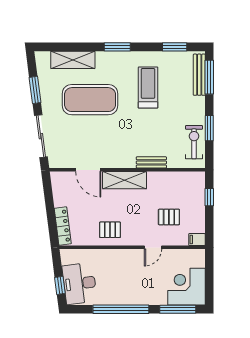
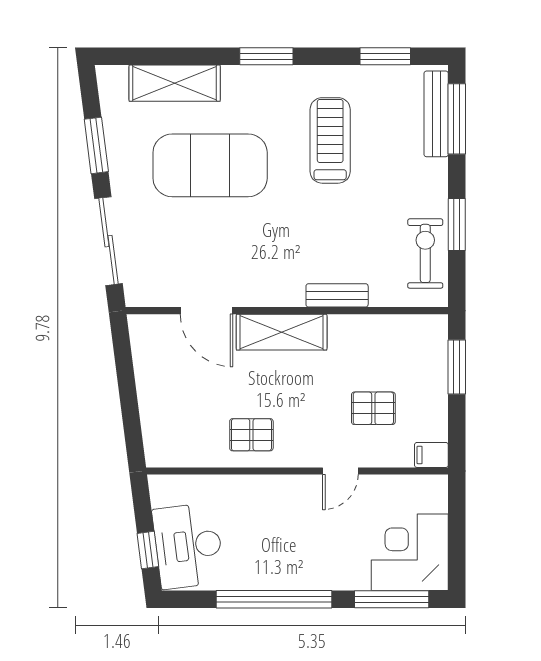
window: (209, 197) -> (457, 367), width x1.50
locker: (63, 226) -> (154, 427), removed

